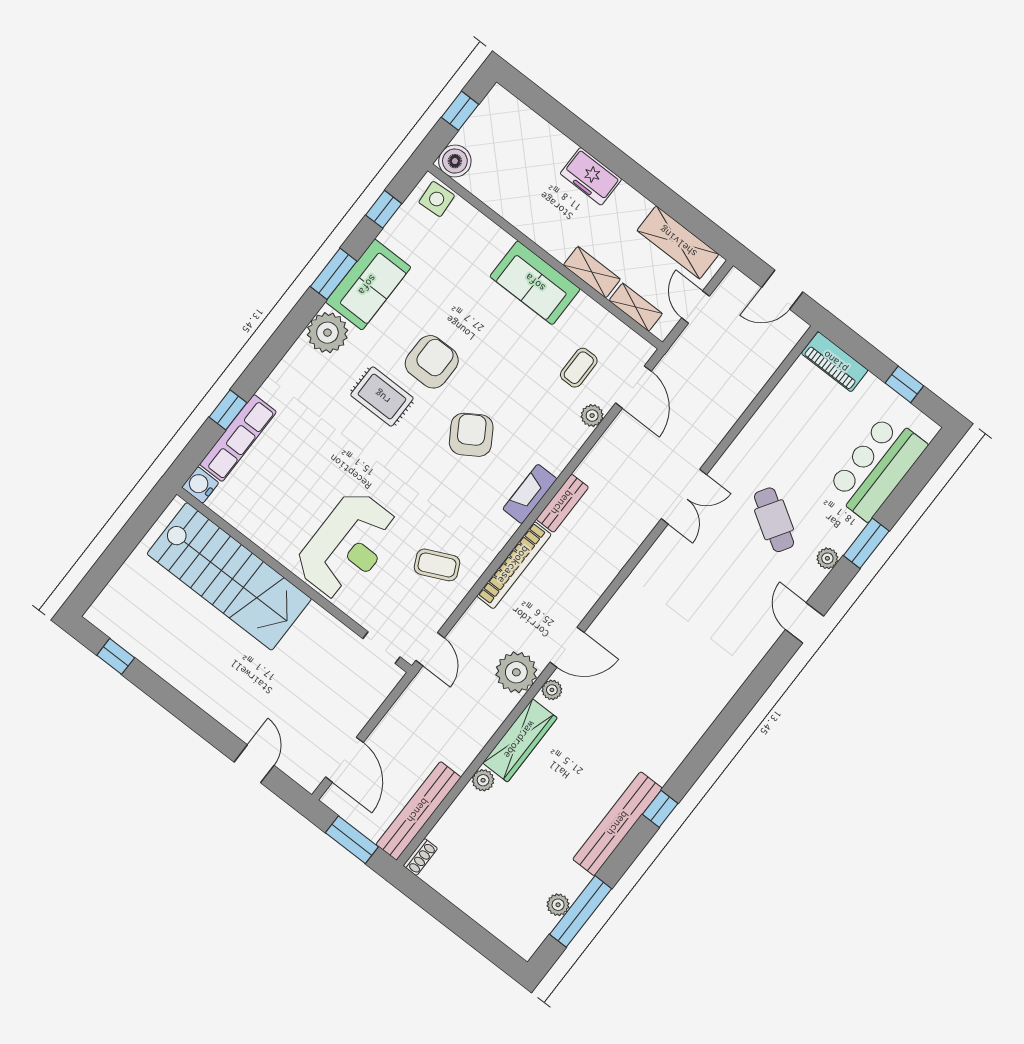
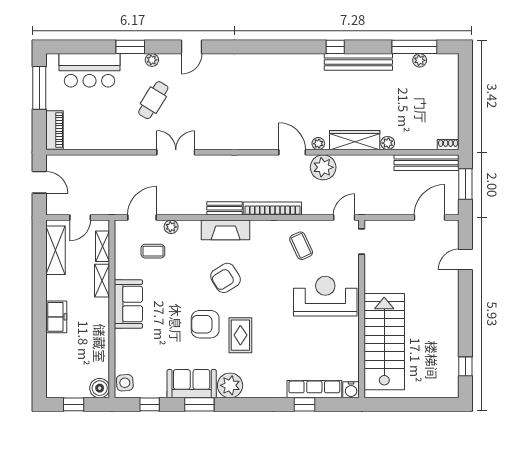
window: (904, 384) -> (39, 88), width x2.17
fireplace: (530, 494) -> (226, 230), width x1.37, depth x1.32

